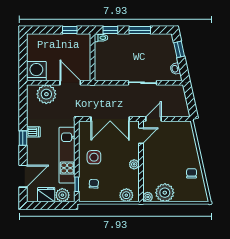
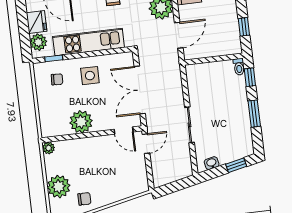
door: (153, 119) -> (146, 144), hinge flipped
plant: (134, 164) -> (81, 122), width x1.88, depth x1.88
plant: (165, 193) -> (59, 187), moved
plant: (126, 195) -> (48, 121), removed

